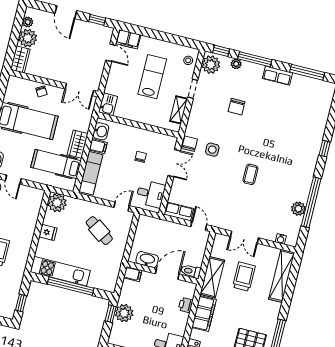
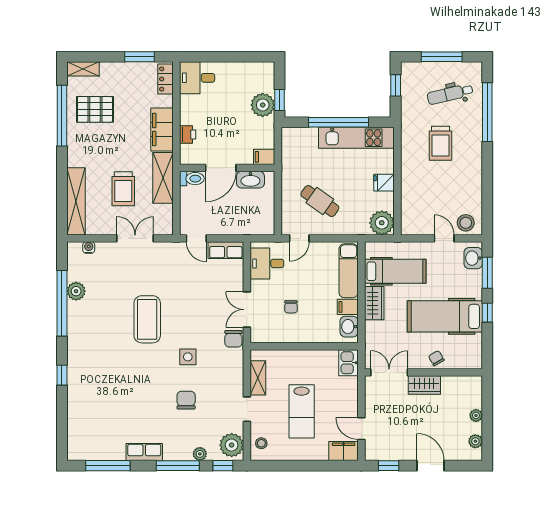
plant: (28, 38) -> (476, 415), width x0.53, depth x0.53
wardrobe: (20, 59) -> (424, 385), moved, turned -90
side table: (212, 150) -> (188, 357), moved
coffee table: (250, 174) -> (147, 319), width x1.86, depth x1.72

